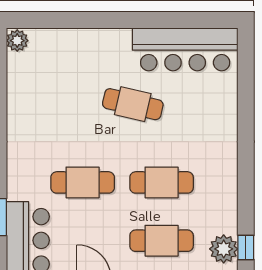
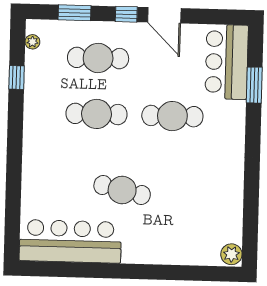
window: (246, 248) -> (17, 78), moved
plant: (224, 249) -> (32, 42), width x0.53, depth x0.53

